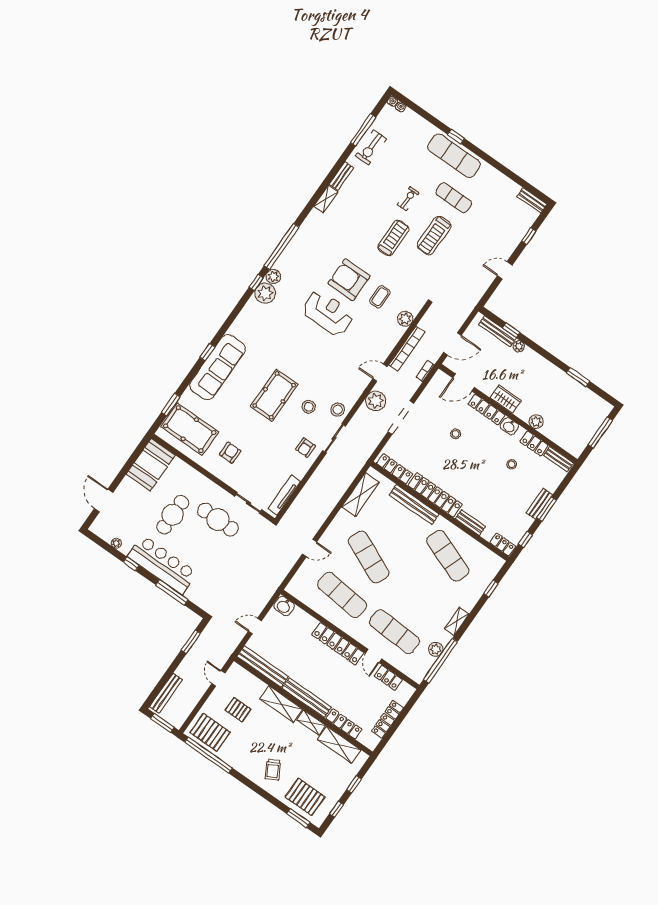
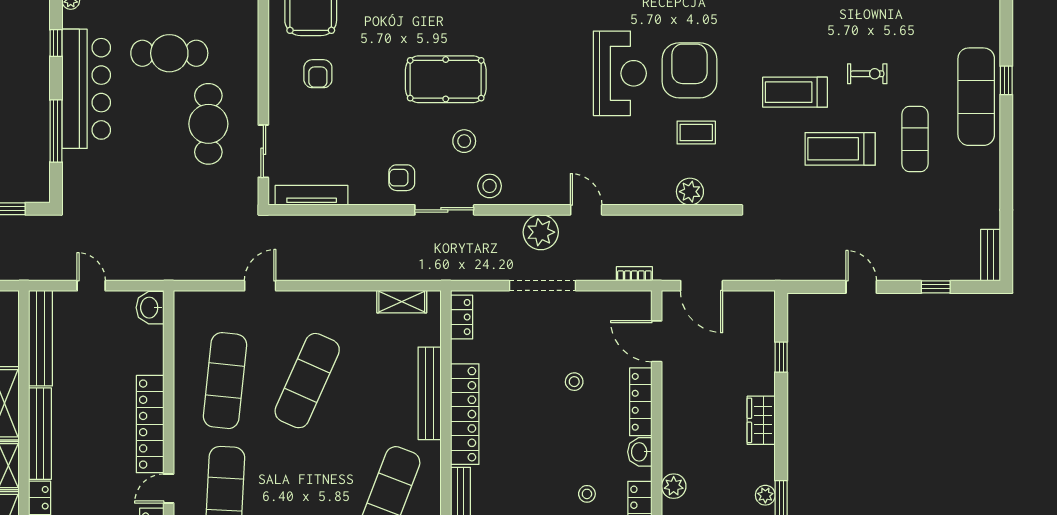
treadmill: (393, 238) -> (795, 92), turned 180
bench: (497, 331) -> (766, 338), removed
plant: (519, 346) -> (765, 495), moved
bookcase: (407, 349) -> (648, 224), removed
wardrobe: (506, 399) -> (761, 420), moved, turned 180
armchair: (230, 453) -> (318, 74), turned 90
locker: (395, 469) -> (462, 317), width x0.66
shelving: (360, 495) -> (402, 302), width x0.67, depth x0.75
door: (310, 548) -> (260, 286), swing flipped

